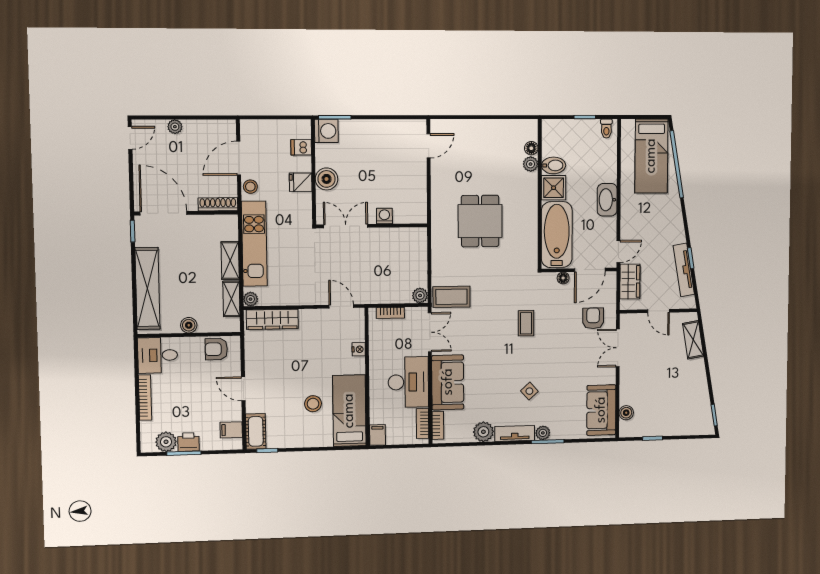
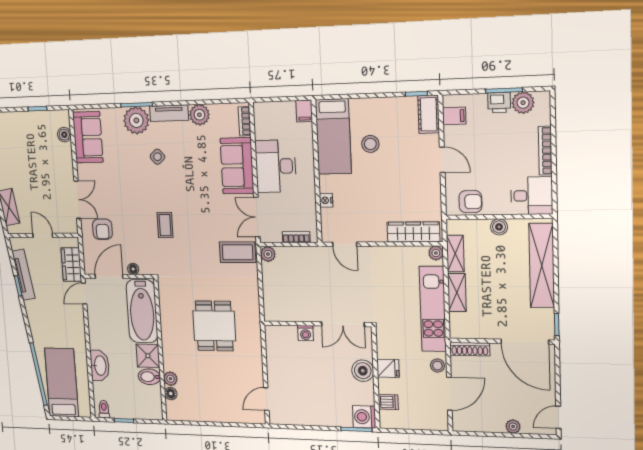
washbasin: (607, 200) -> (100, 366), moved
bookcase: (423, 423) -> (260, 123), removed
plant: (543, 433) -> (136, 120), width x1.87, depth x1.87

